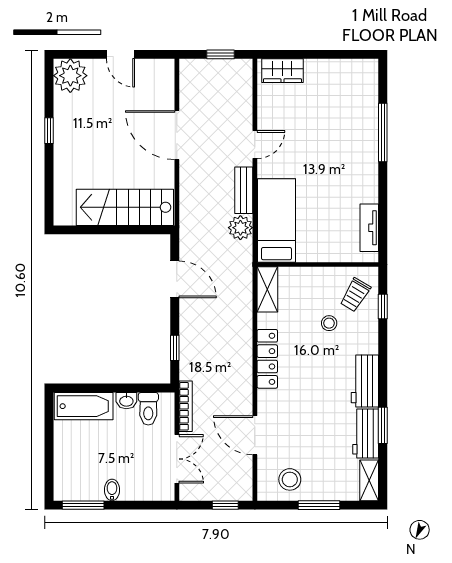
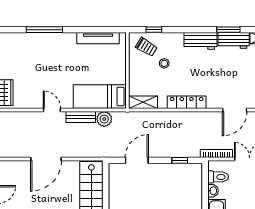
tv unit: (369, 228) -> (98, 38), width x1.41

